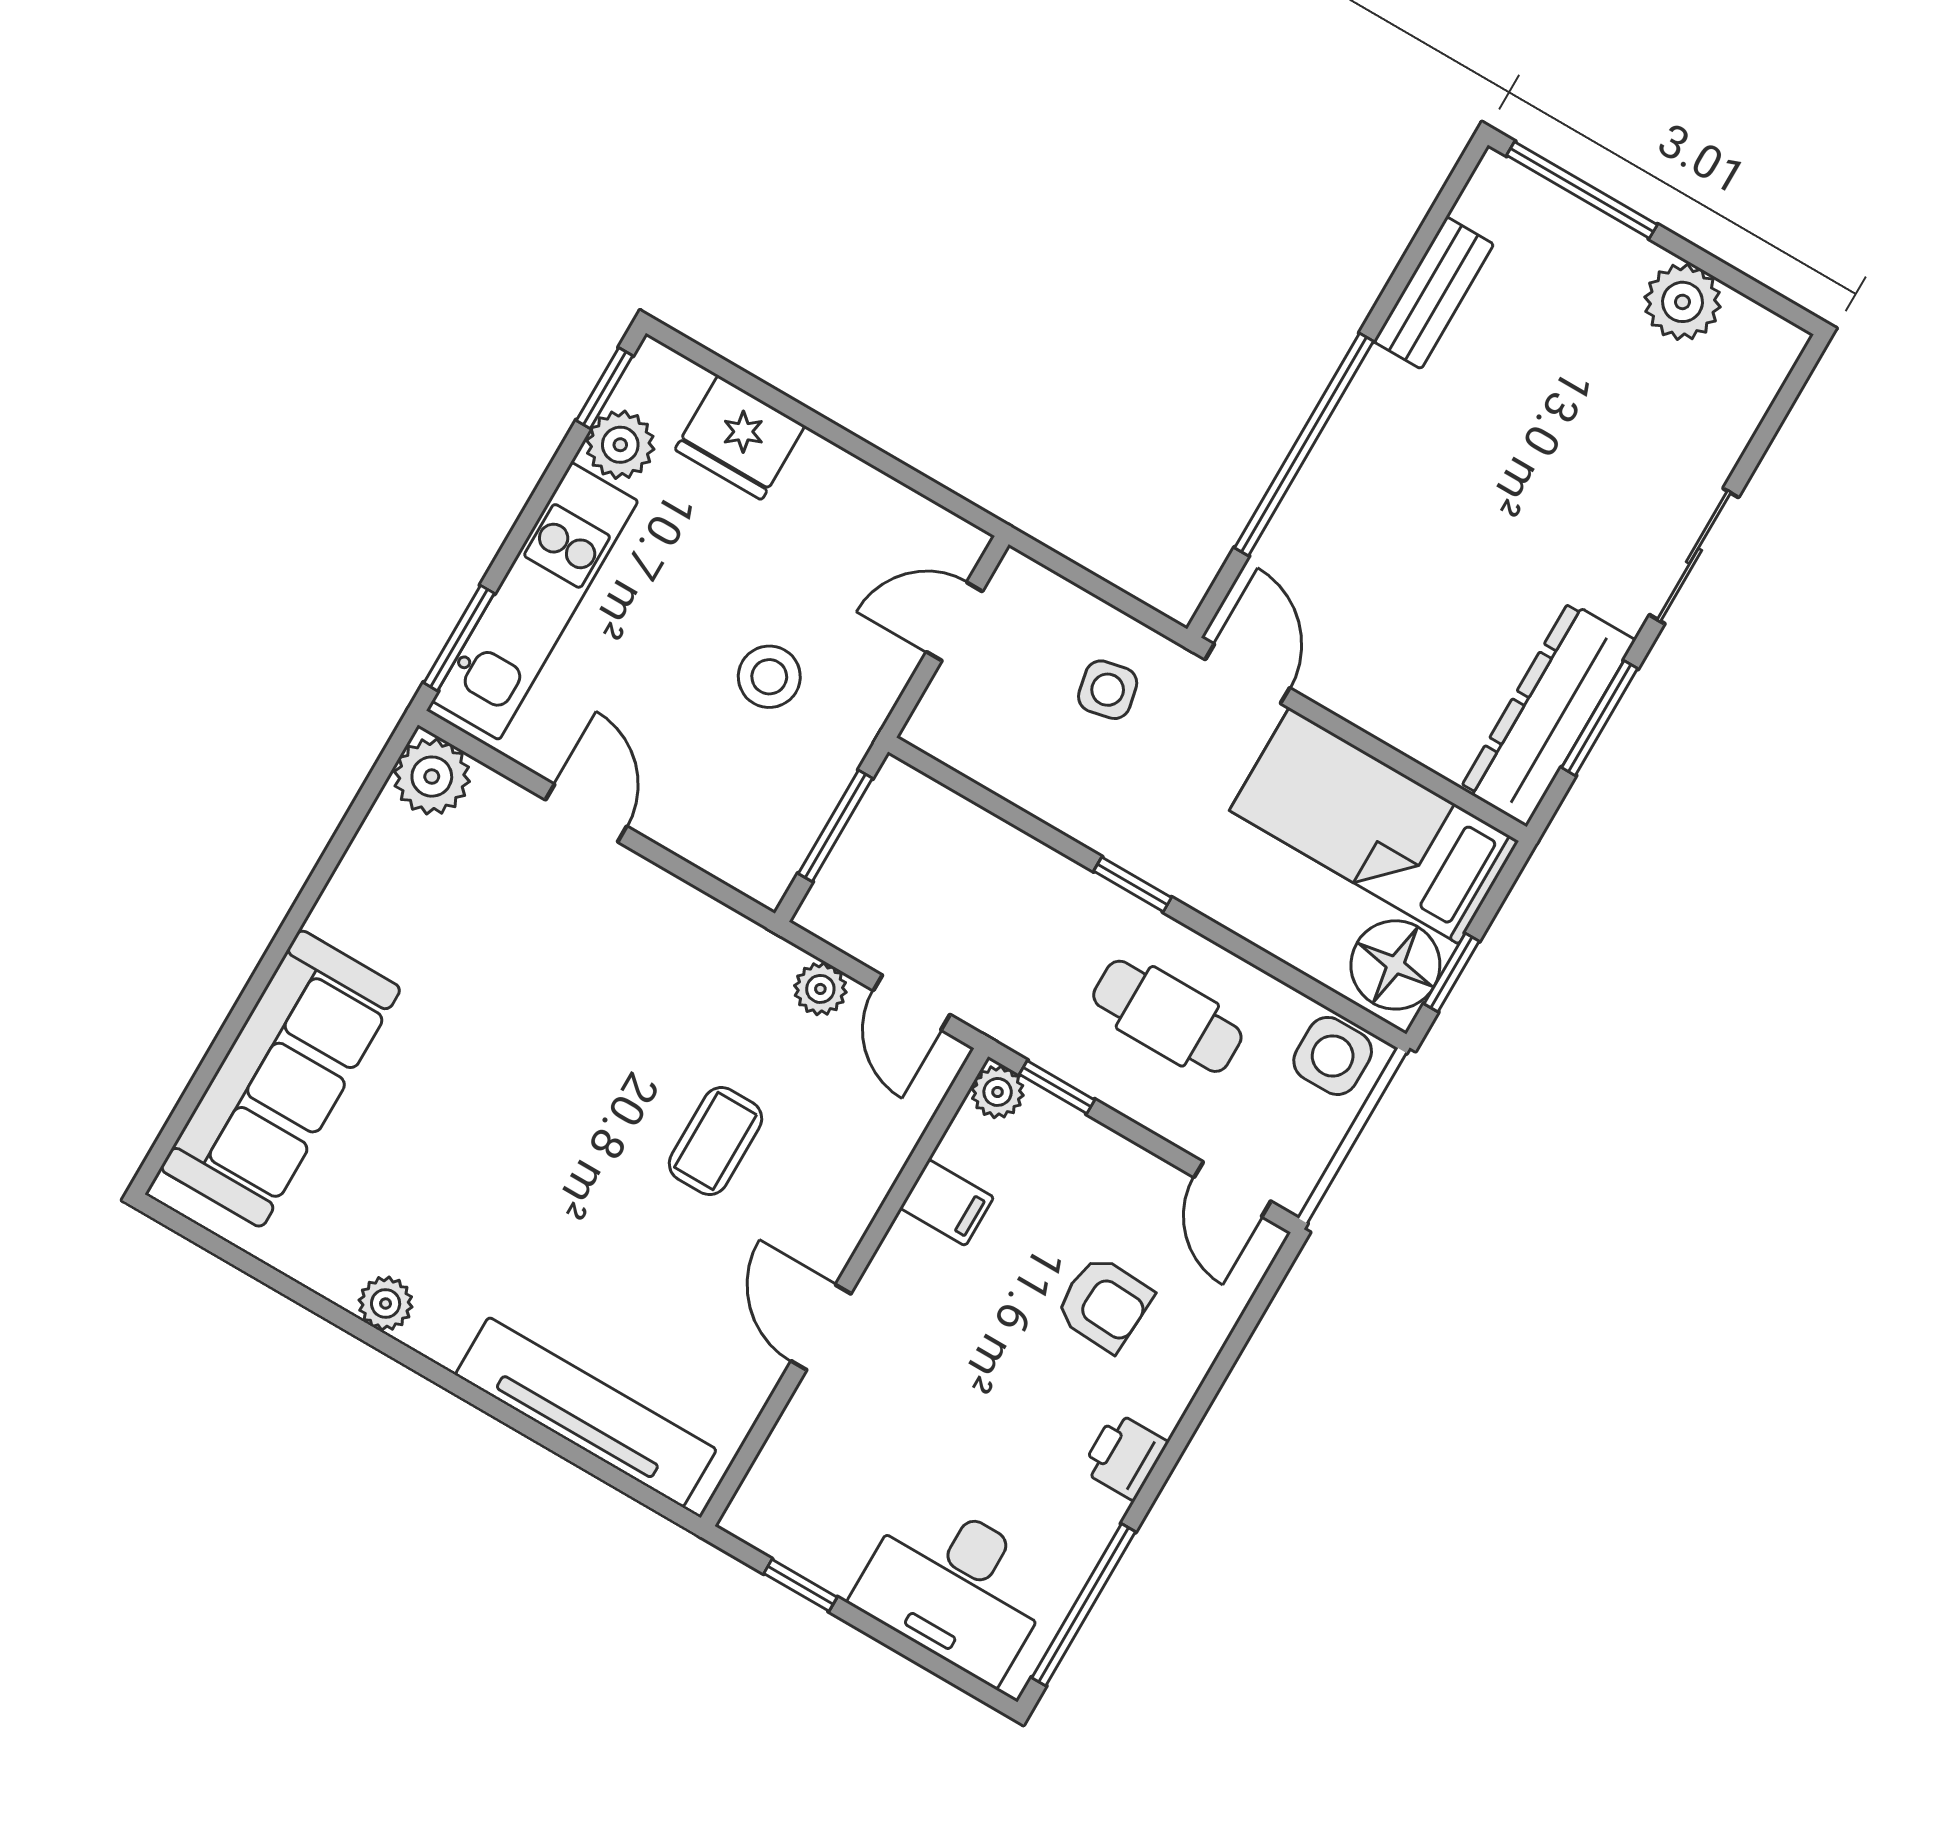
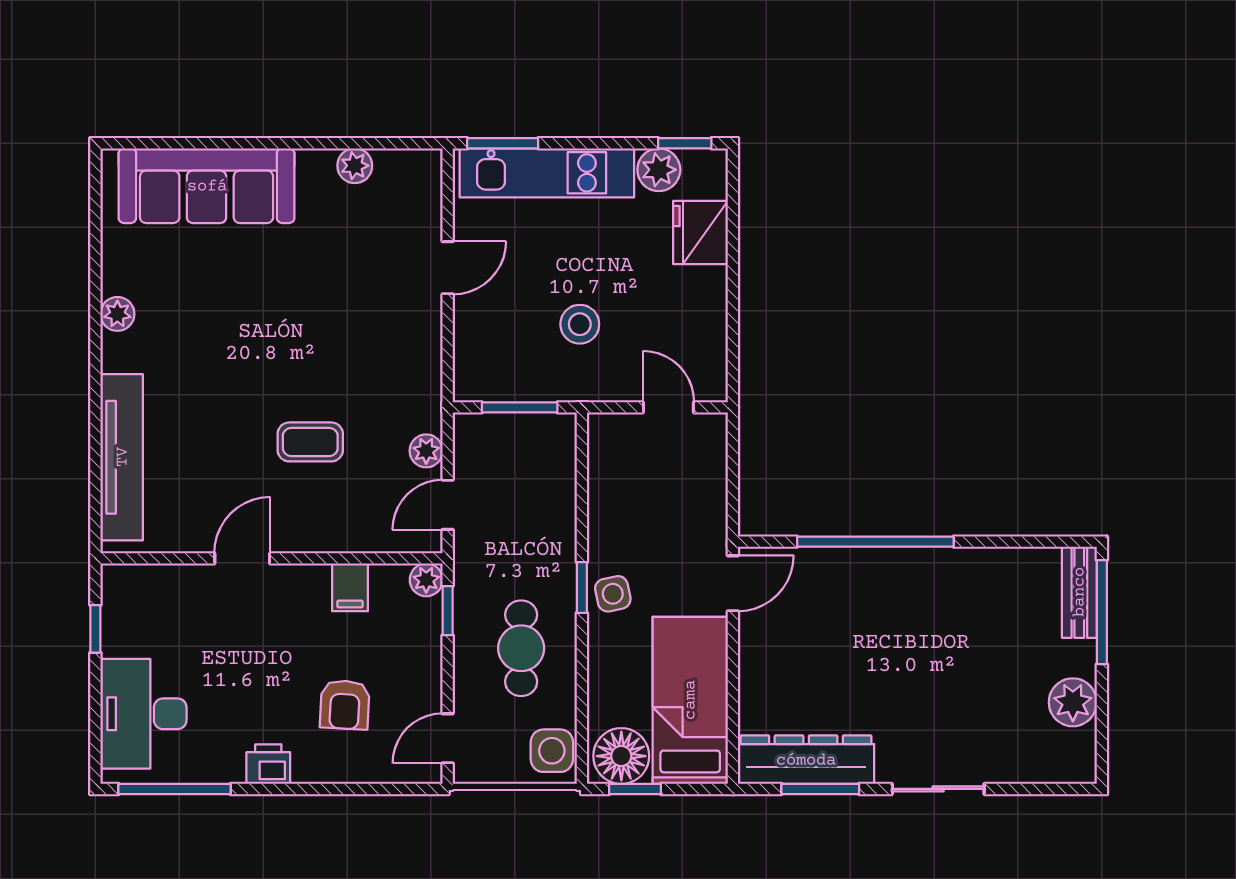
bench: (1434, 293) -> (1079, 592), moved, turned 90
side table: (1108, 690) -> (613, 594), moved
plant: (432, 777) -> (355, 166), moved, width x0.73, depth x0.73

